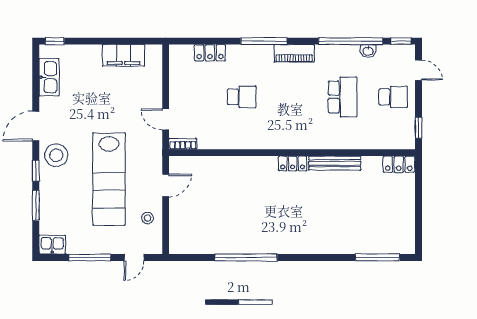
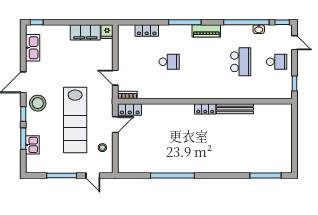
fridge: (154, 54) -> (107, 32), added
locker: (399, 164) -> (130, 110), moved
kitchen sink: (52, 245) -> (32, 145), moved, turned 90
door: (134, 257) -> (93, 176), hinge flipped

